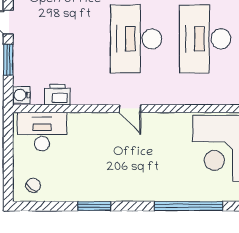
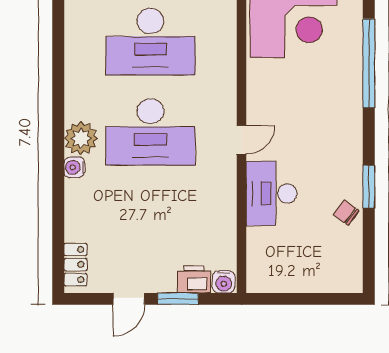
printer: (57, 95) -> (194, 279), moved, turned 90
desk: (42, 132) -> (272, 193), moved
chair: (33, 185) -> (346, 213), moved

